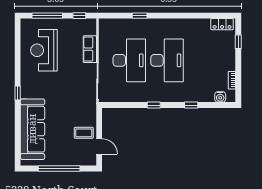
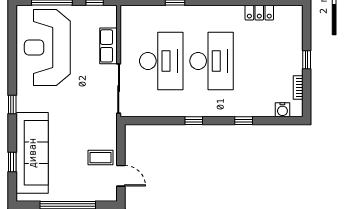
locker: (222, 24) -> (259, 13), moved
window: (238, 42) -> (307, 60), moved
reception desk: (44, 50) -> (47, 47), width x1.36, depth x1.30
window: (18, 136) -> (12, 162), added

